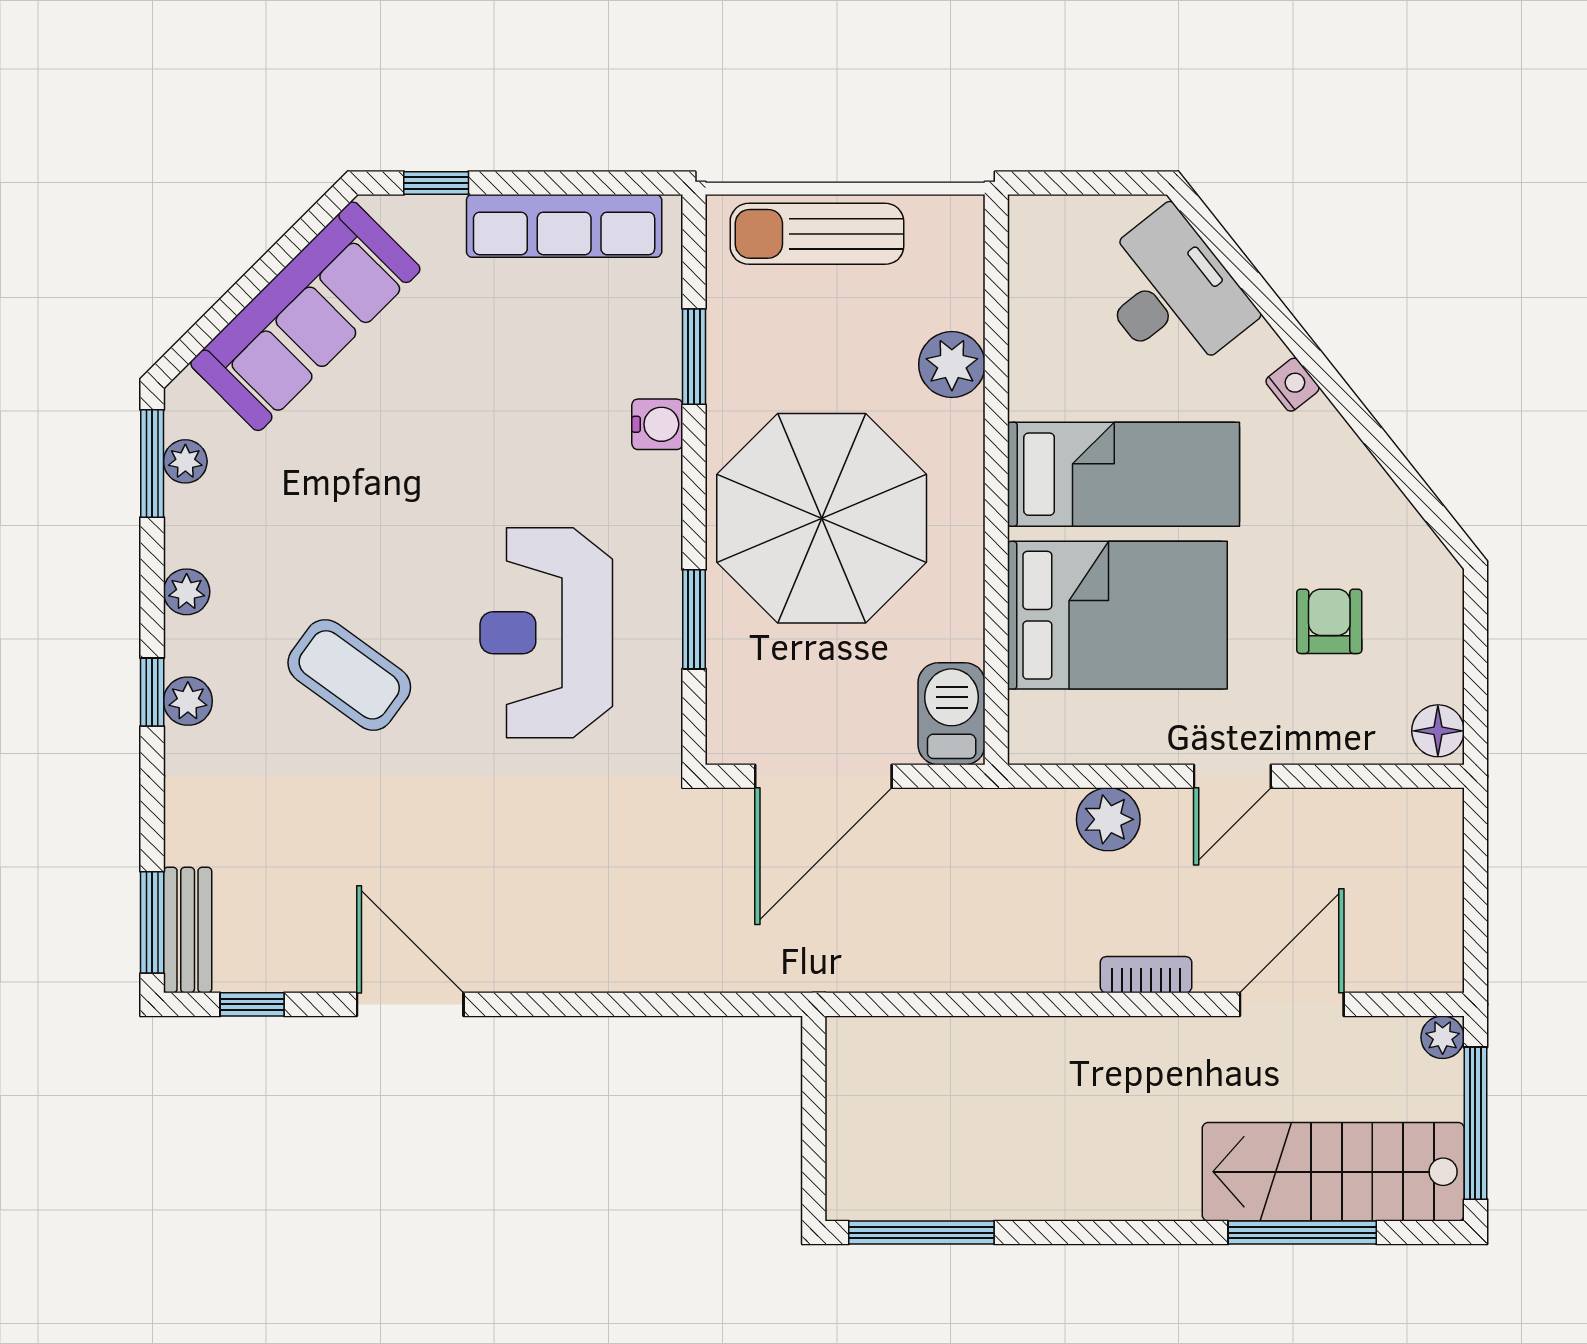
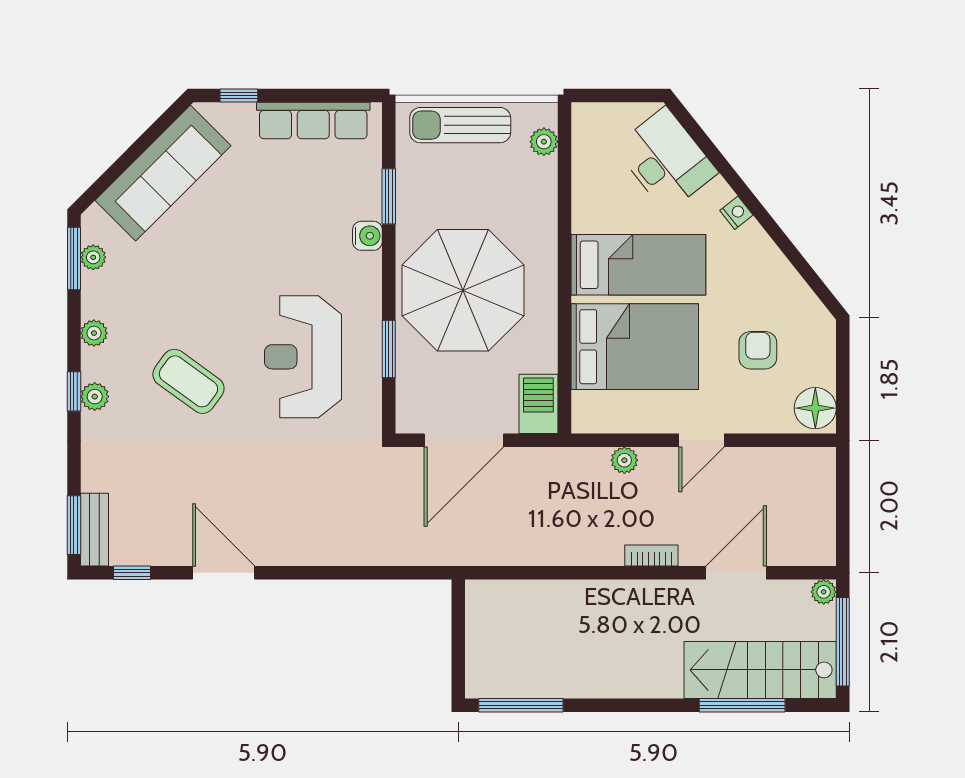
plant: (952, 365) -> (544, 142), moved, width x0.73, depth x0.73
floor lamp: (1438, 731) -> (815, 408), width x1.38, depth x1.38
plant: (1108, 819) -> (624, 460), width x0.73, depth x0.73

